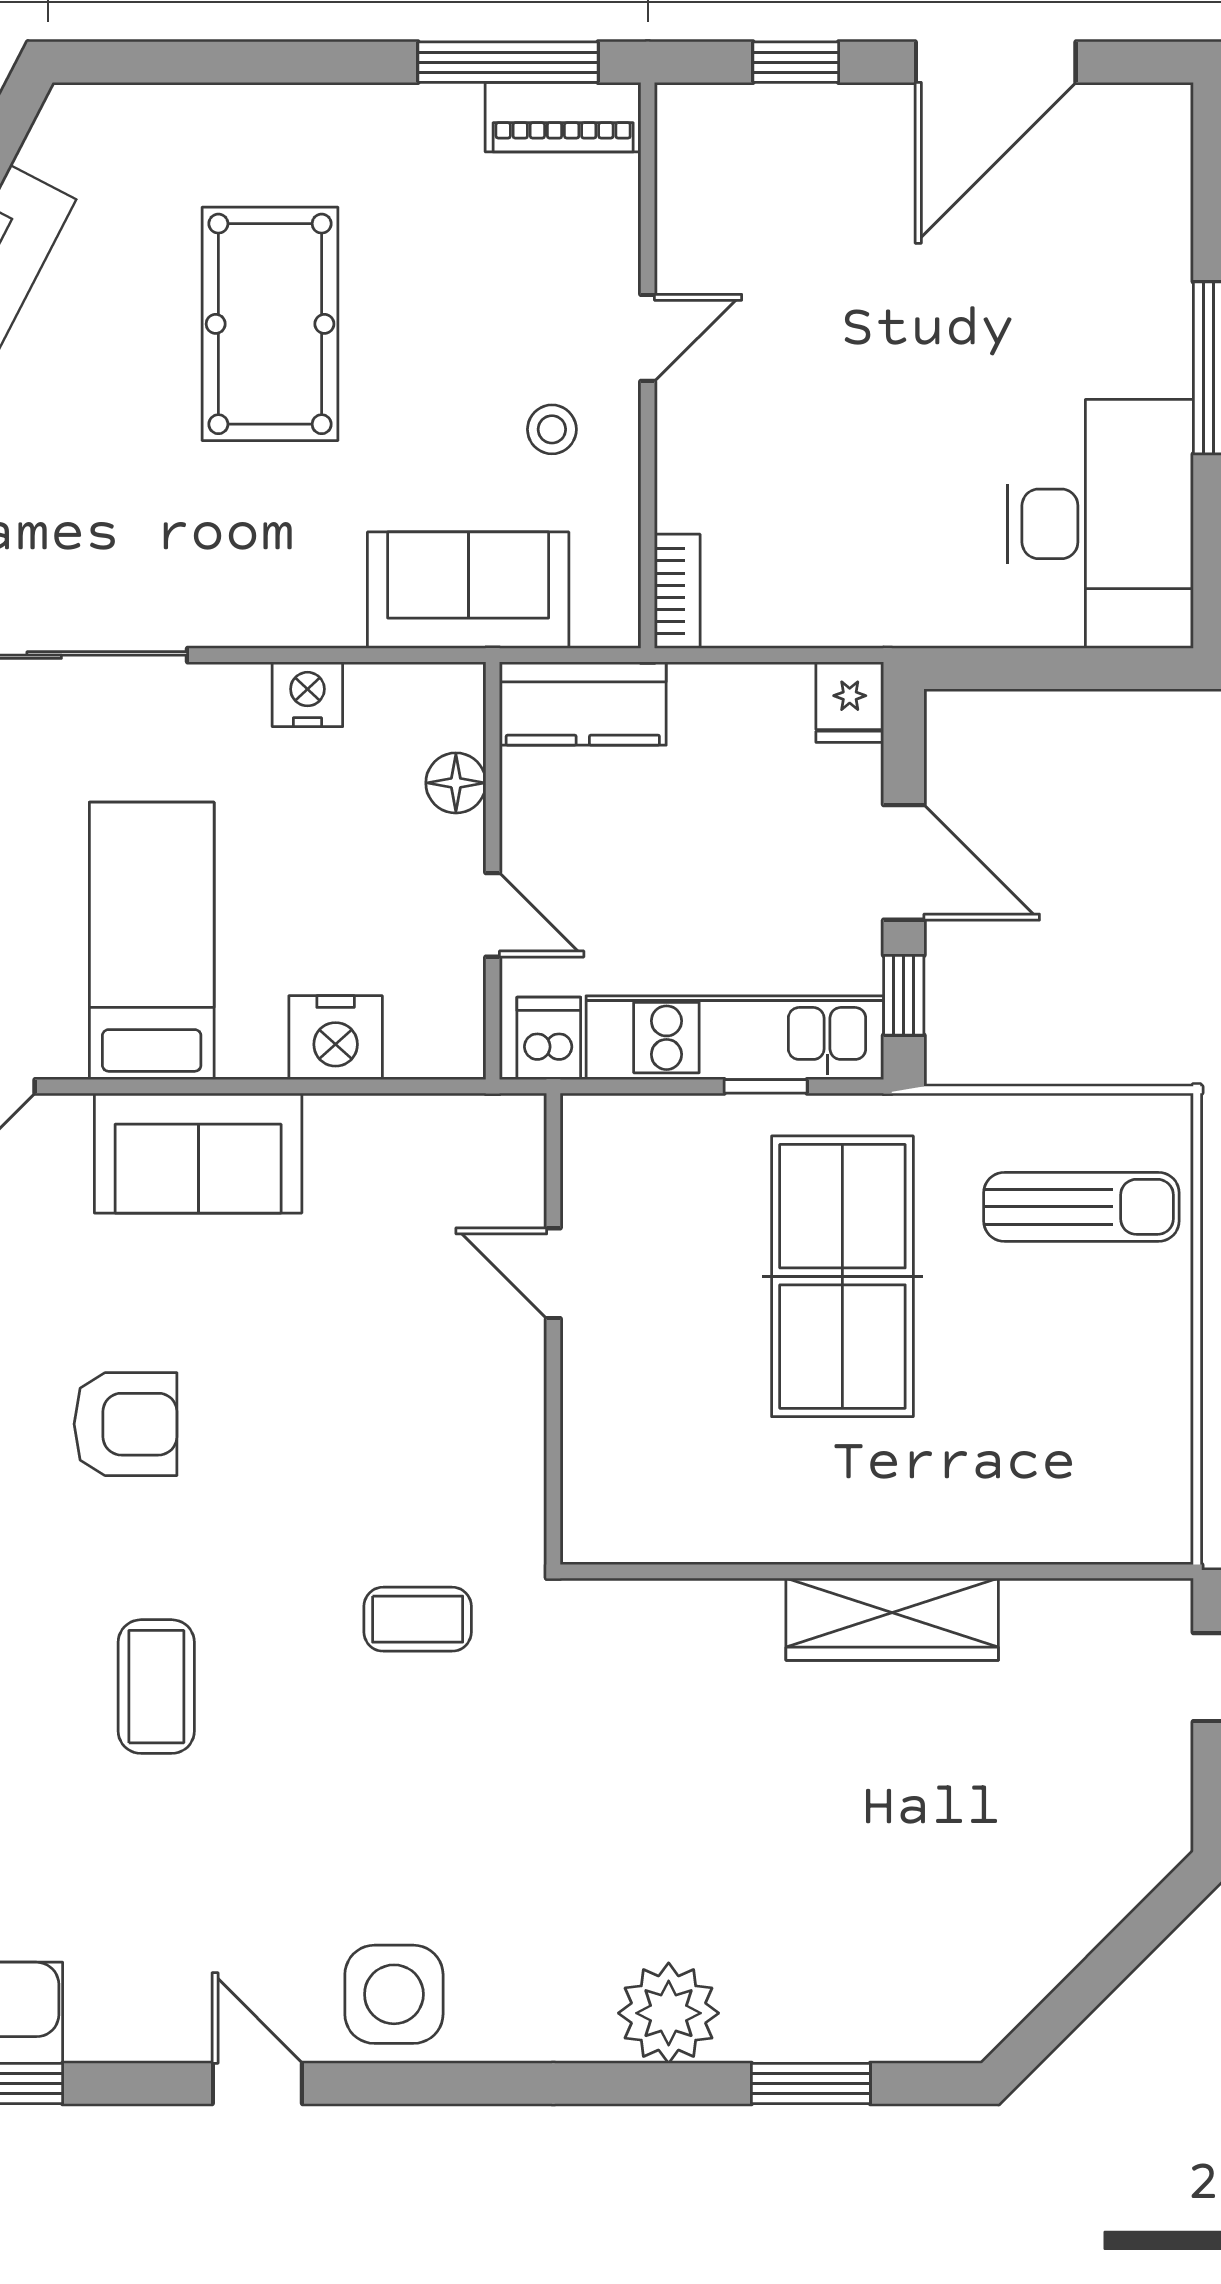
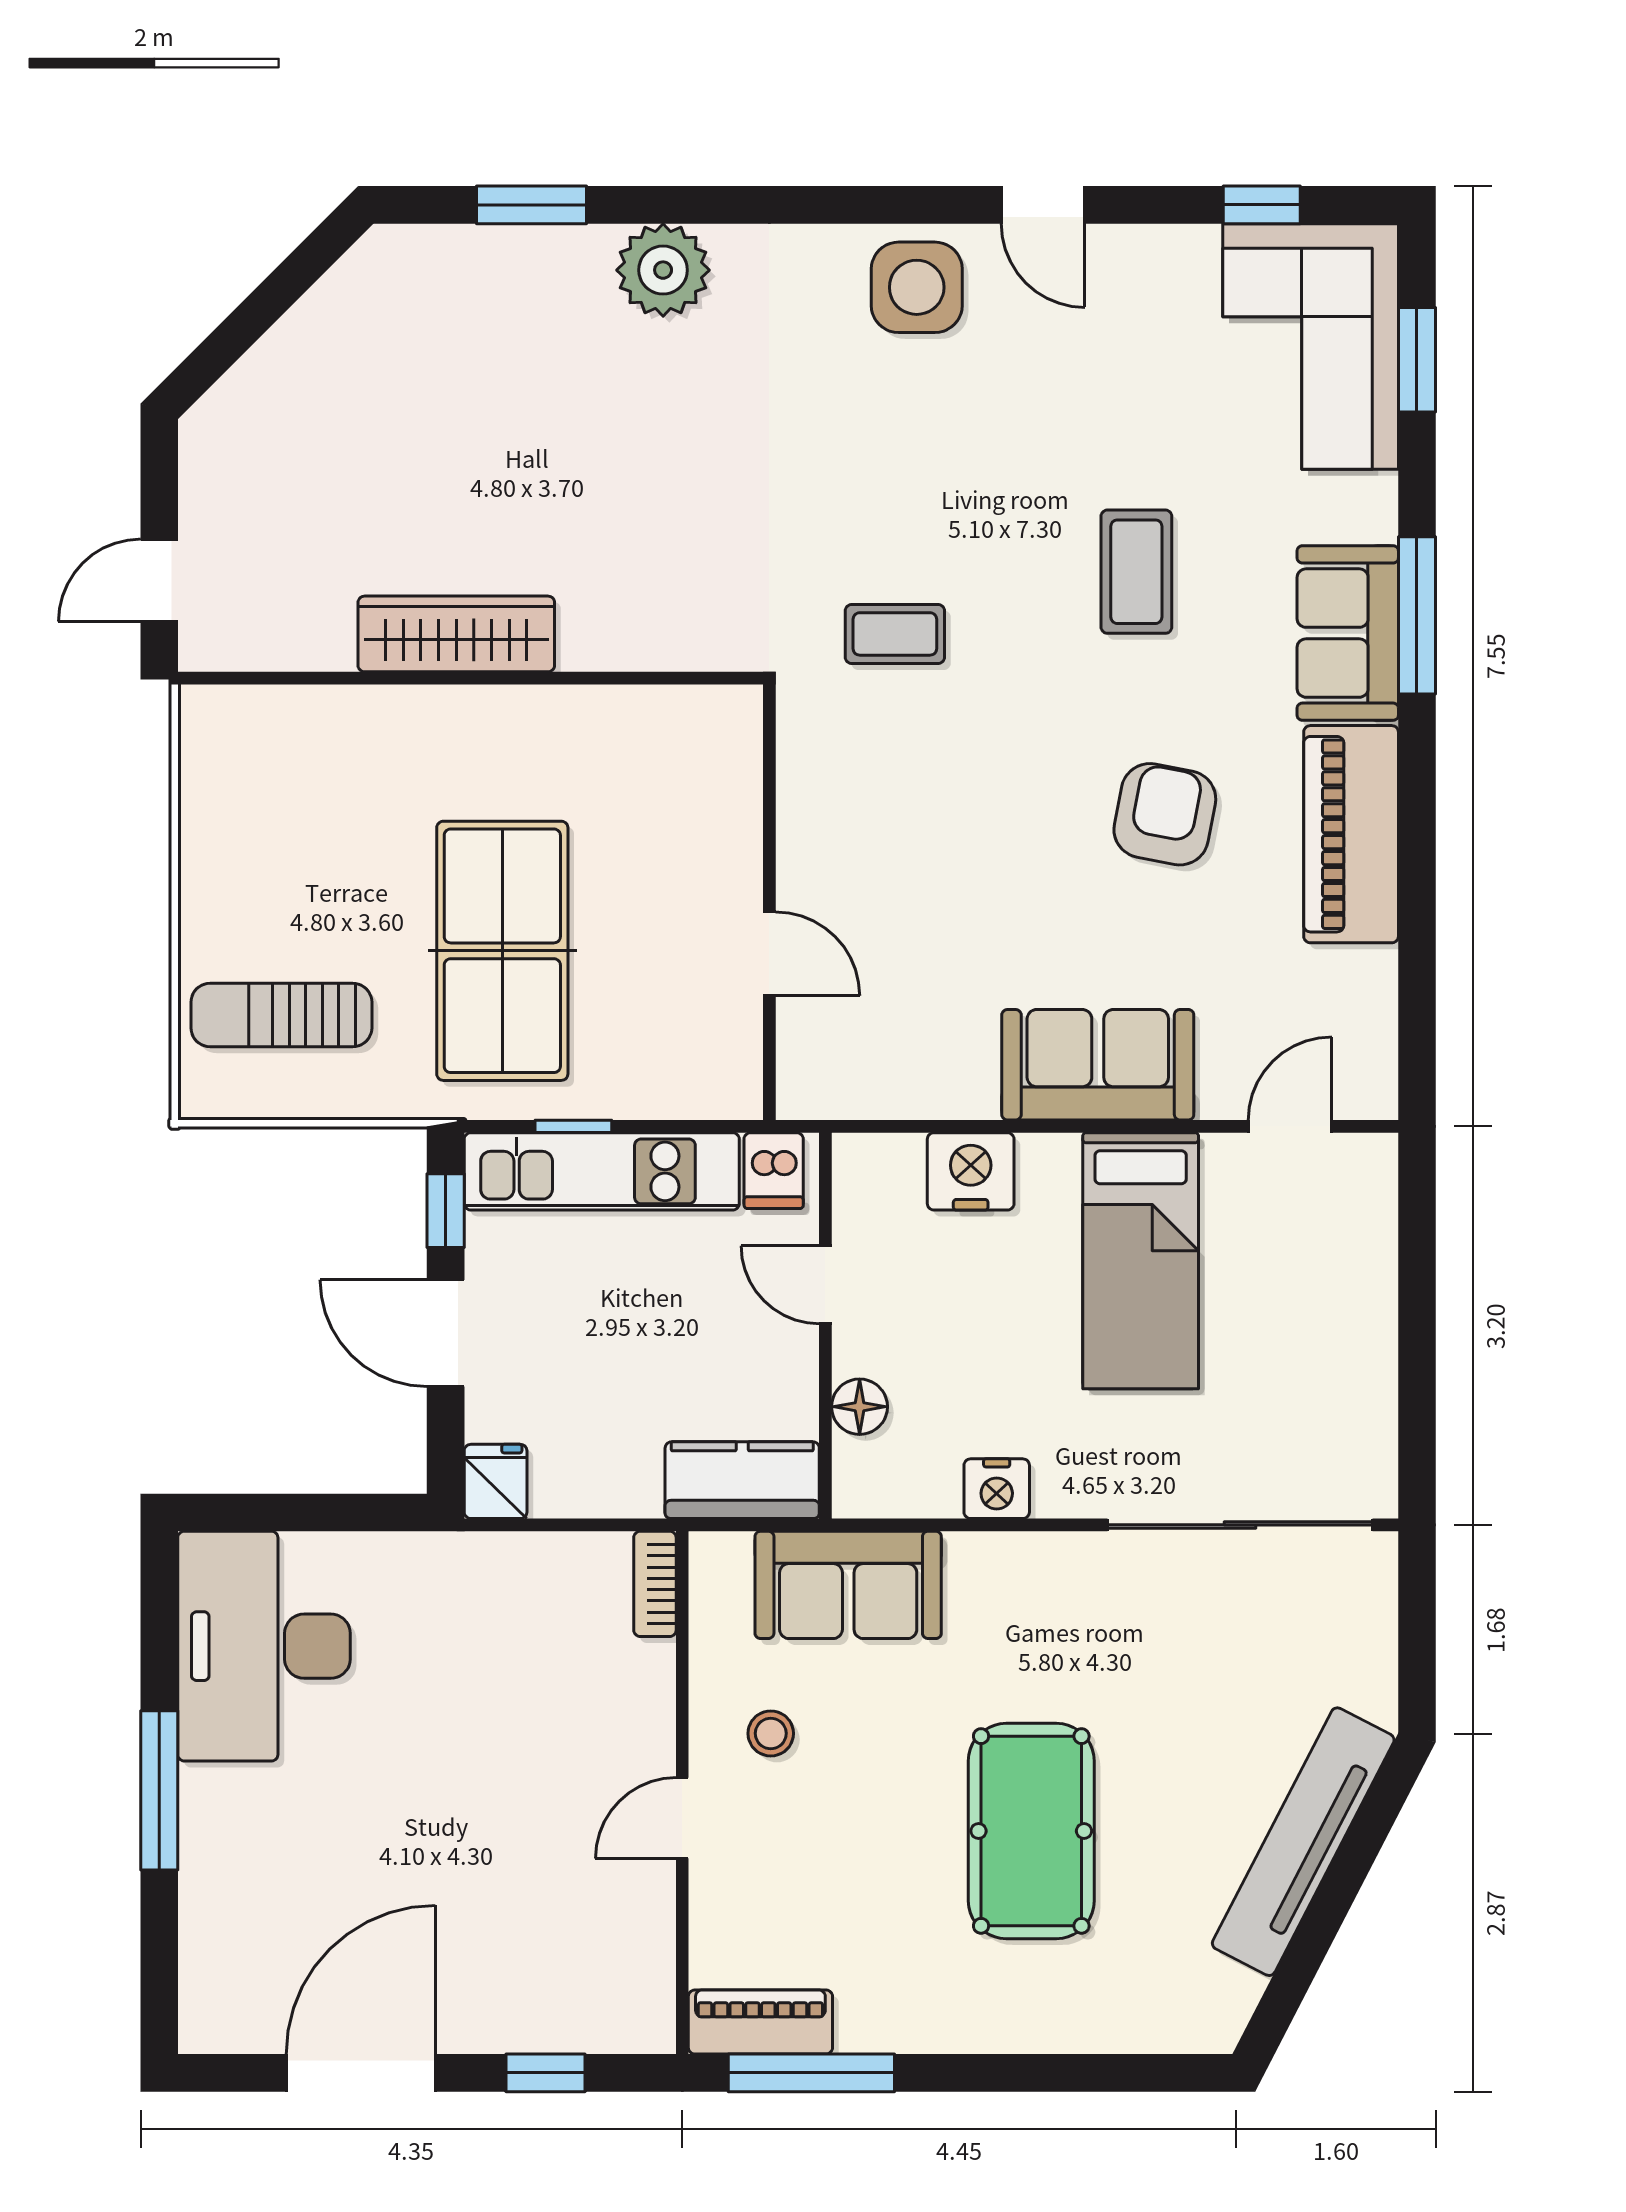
armchair: (125, 1424) -> (1165, 814), turned 101

